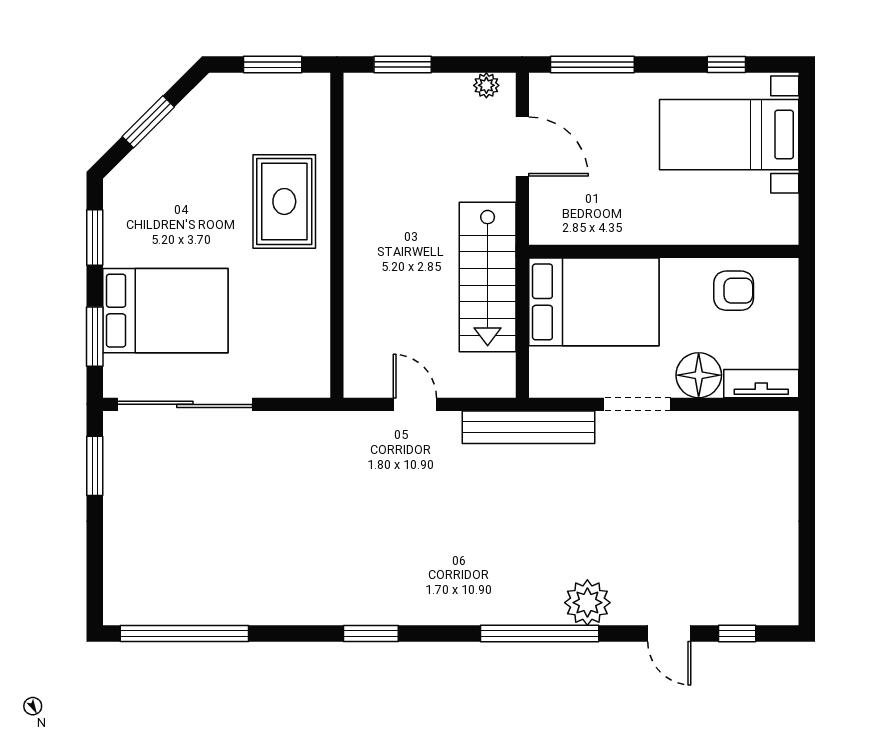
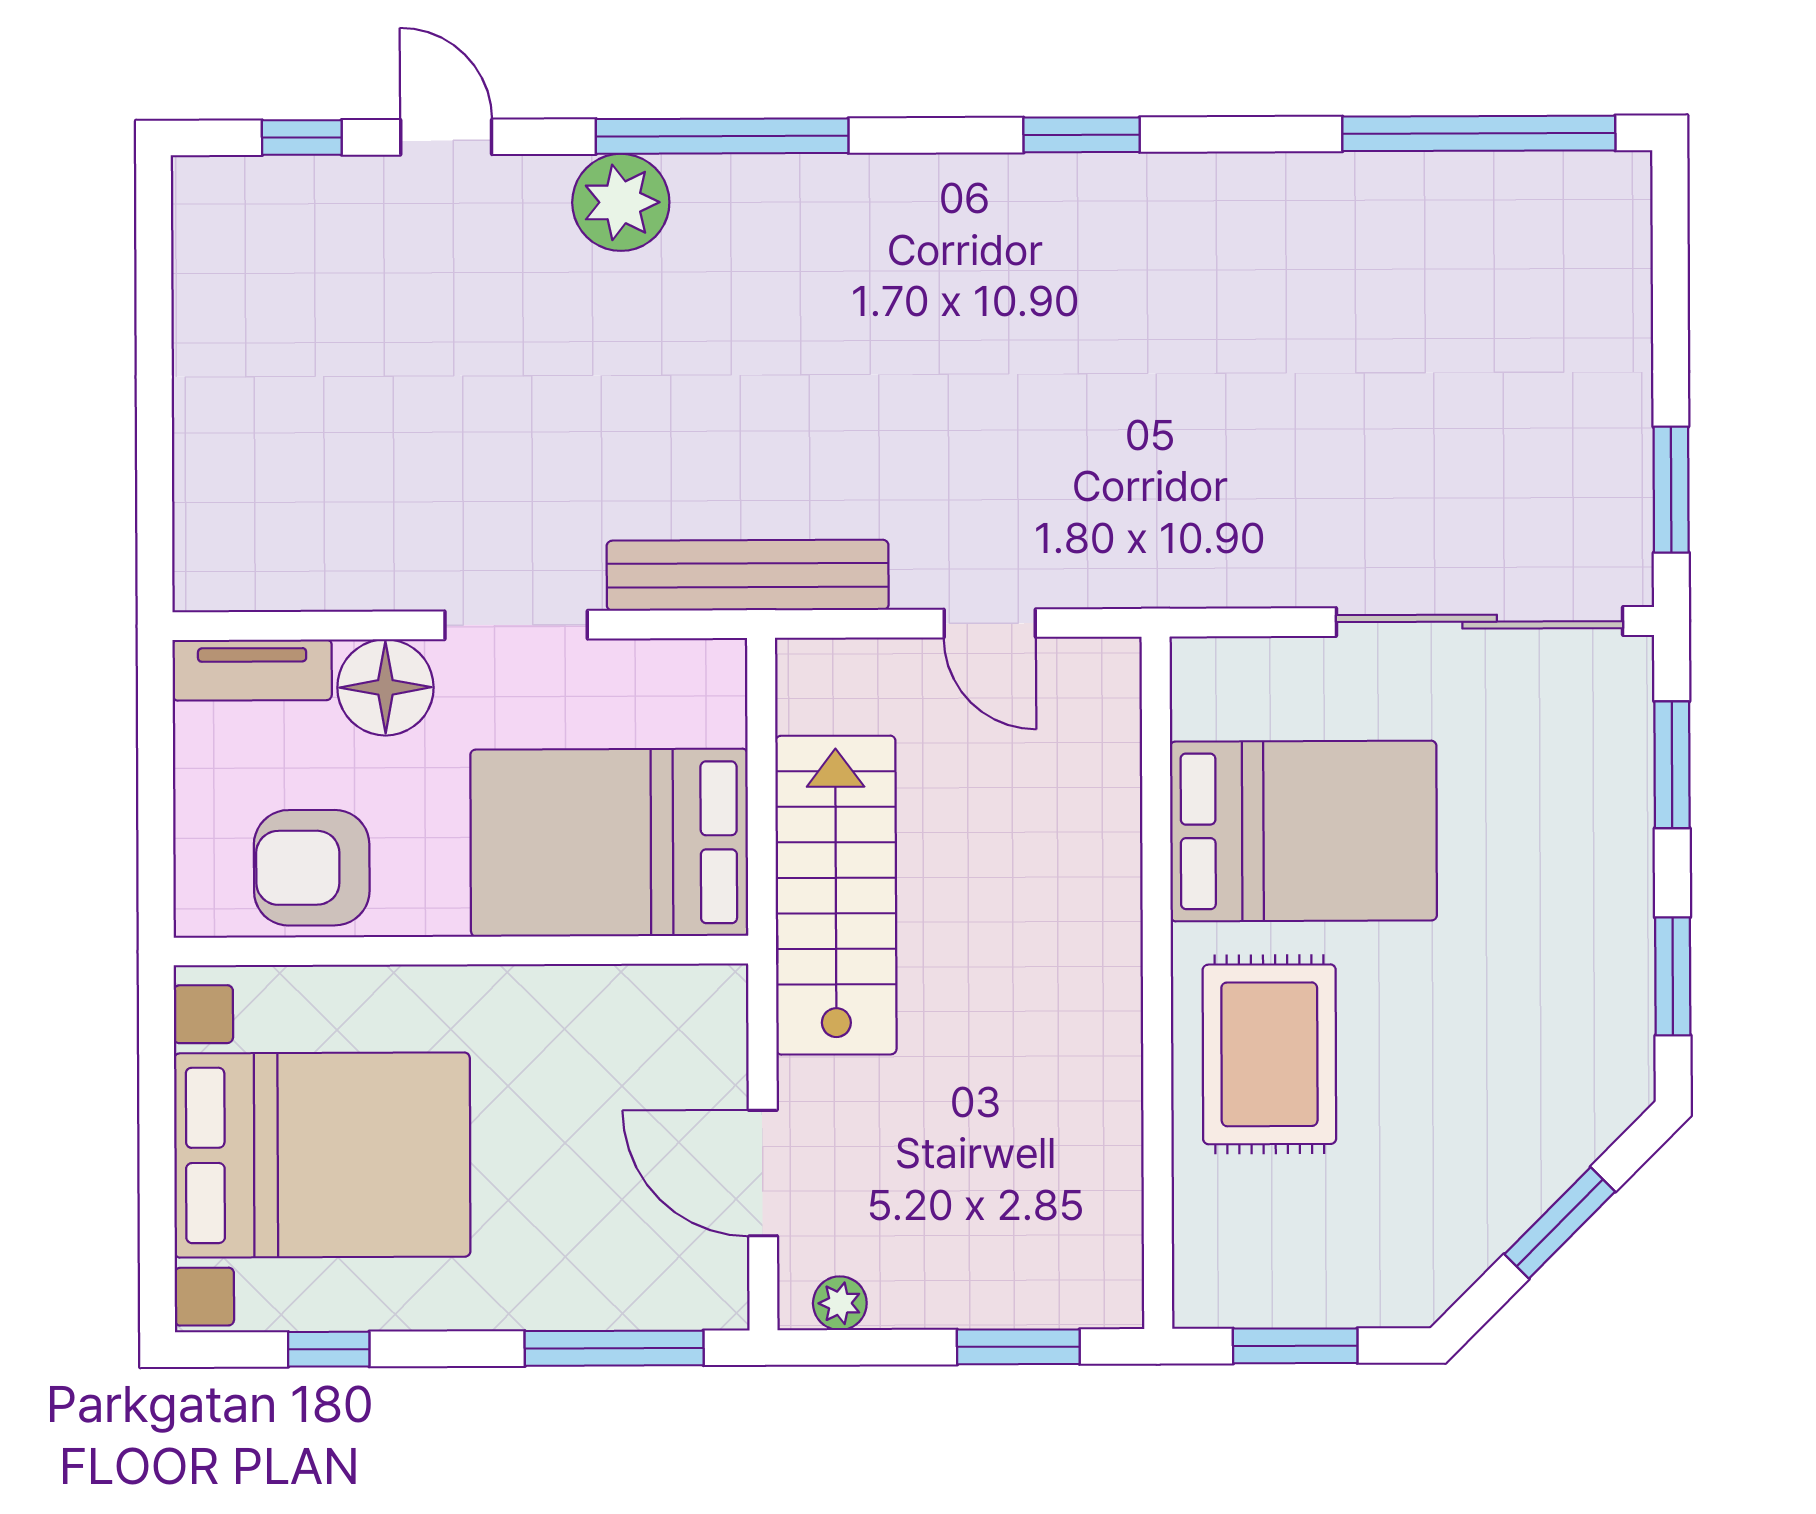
bed with nightstands: (729, 135) -> (322, 1155), width x1.36
armchair: (734, 291) -> (312, 868), width x1.38, depth x1.38
bed: (165, 311) -> (1303, 831), moved, turned 180

